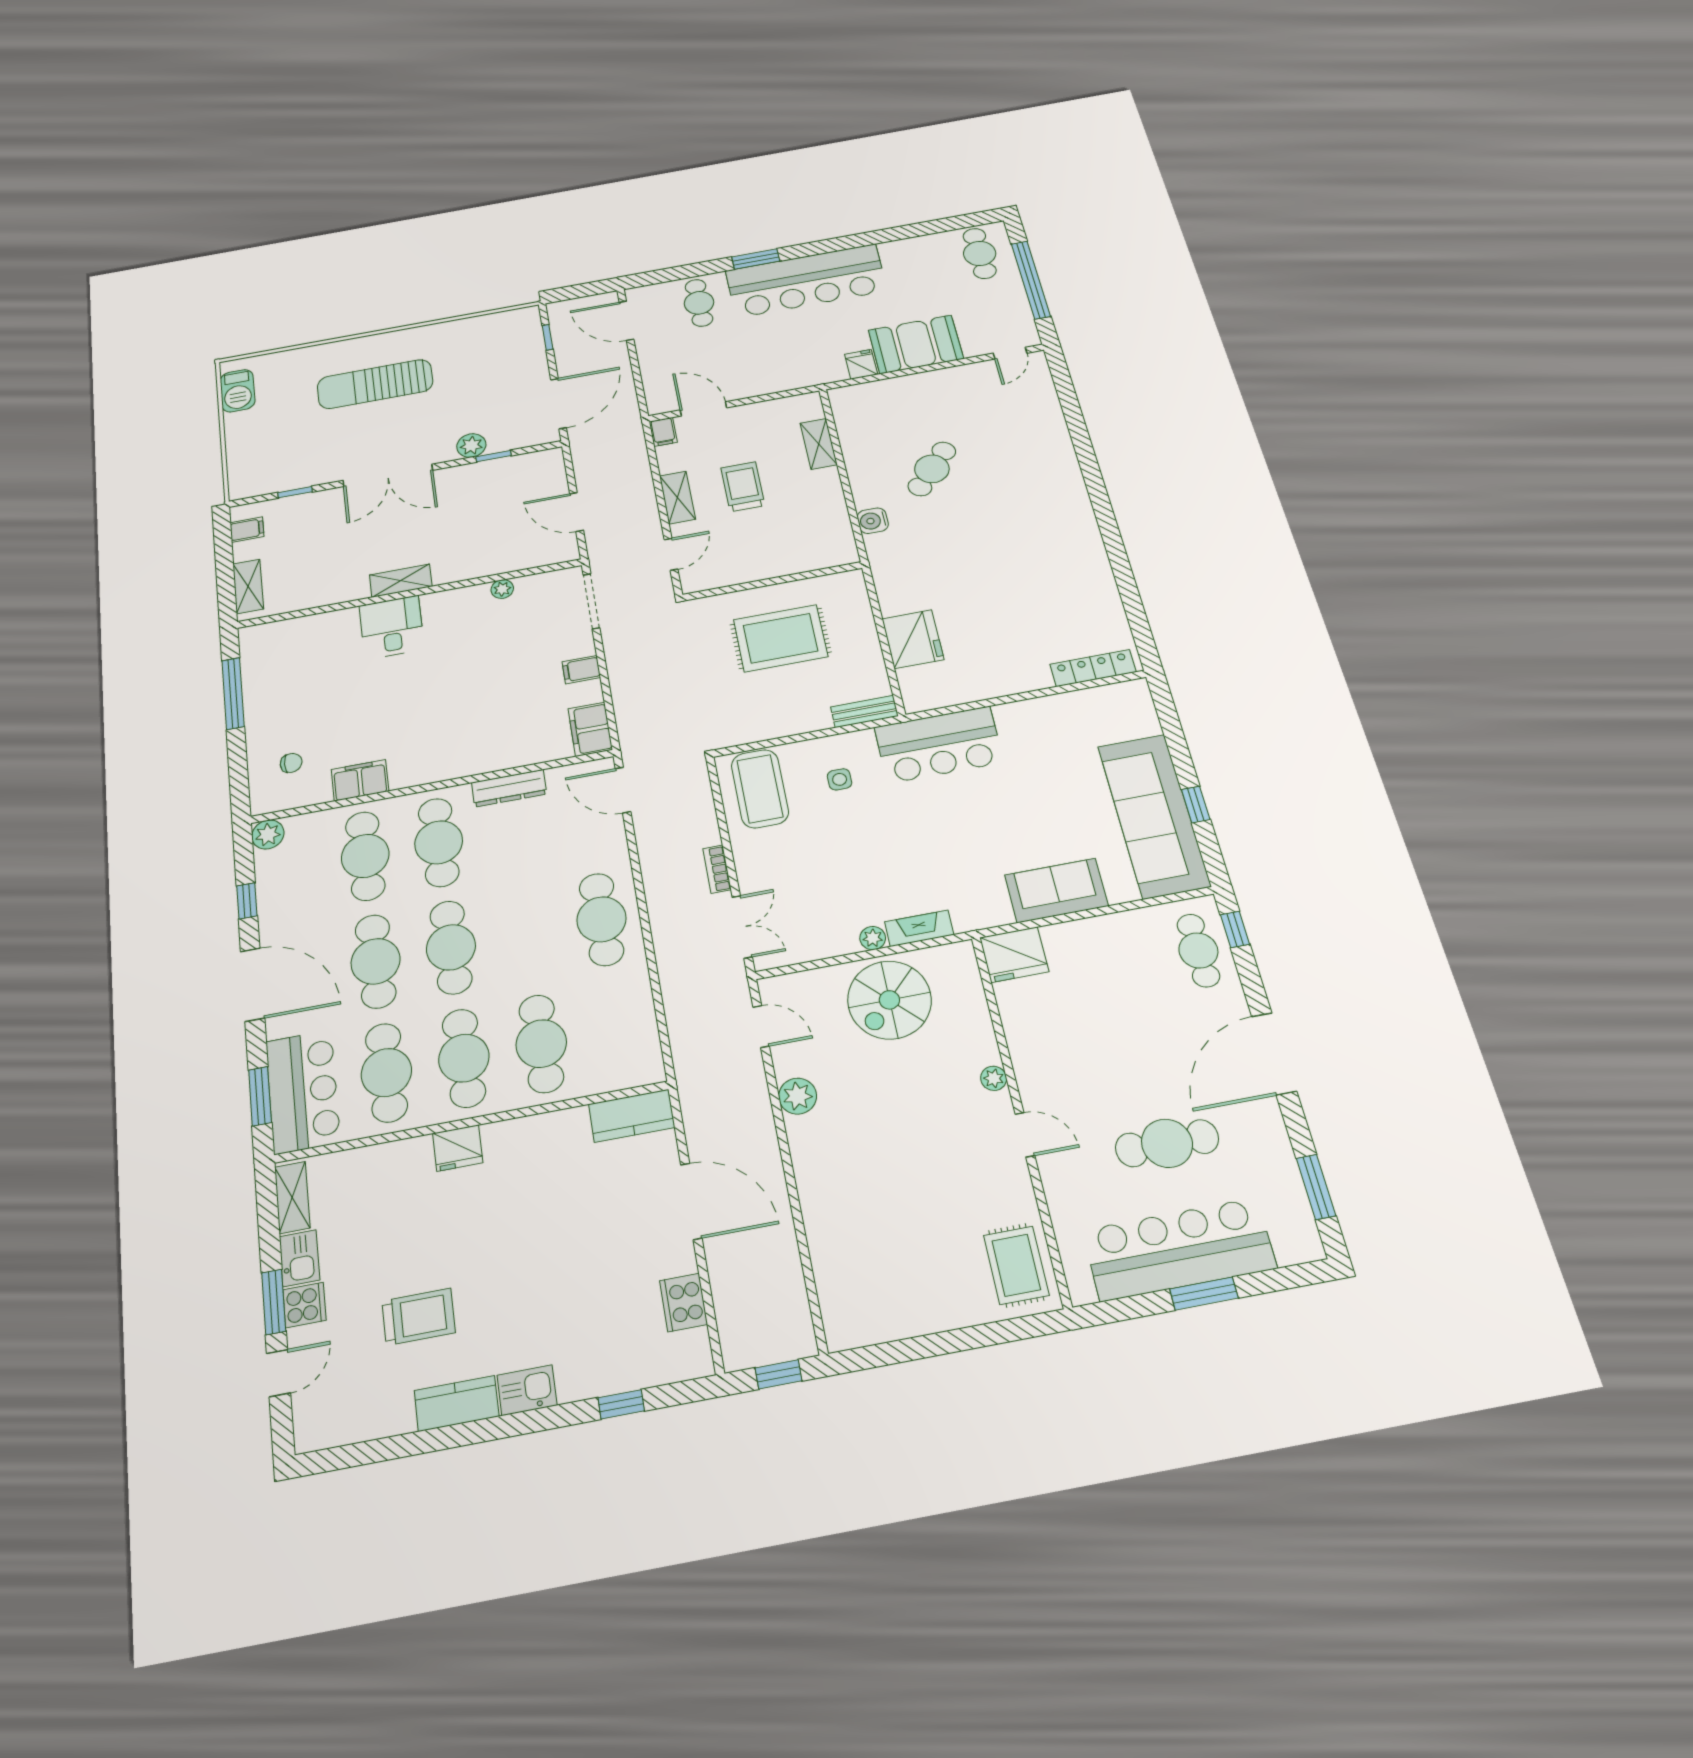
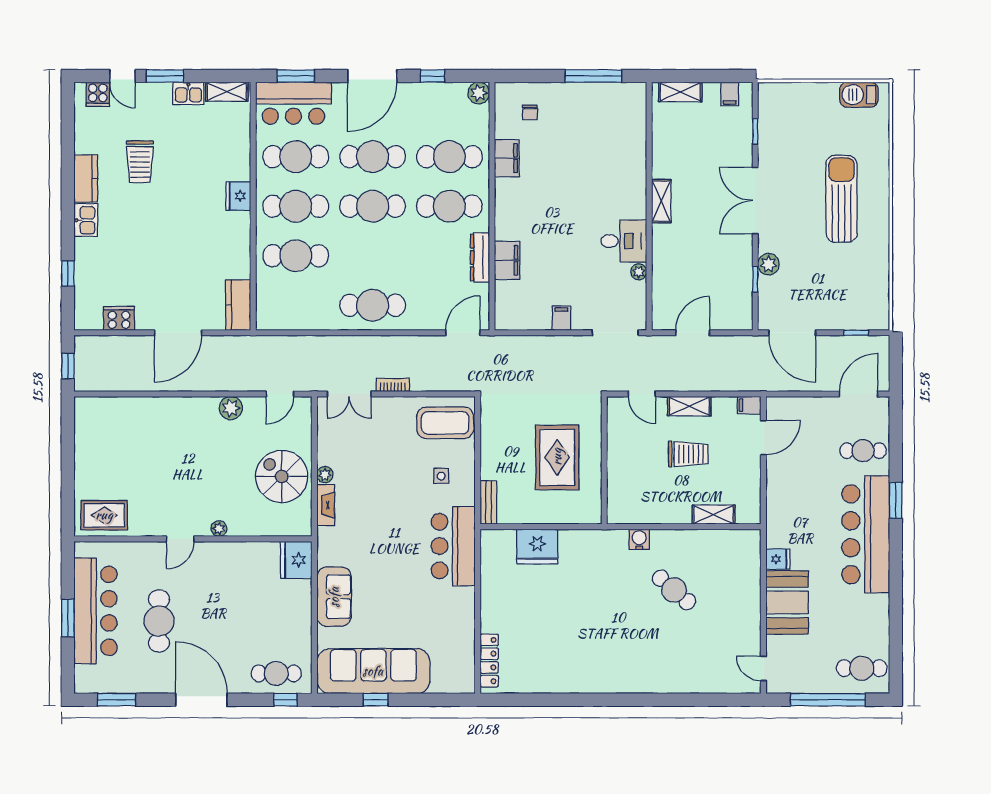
desk: (392, 627) -> (624, 241), moved
filing cabinet: (590, 729) -> (507, 260), moved, turned 90
cooker: (305, 1305) -> (98, 94), moved

